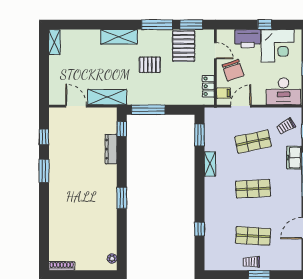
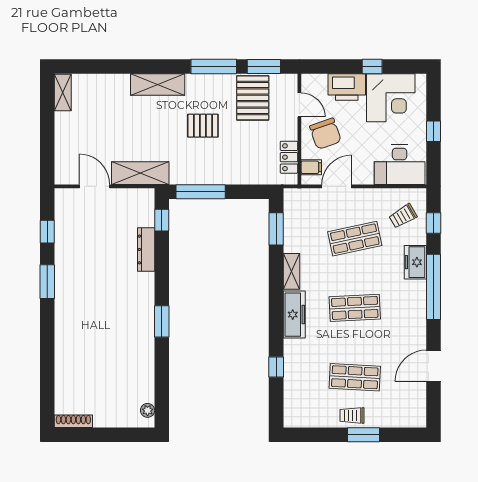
freezer: (212, 193) -> (294, 315), added

